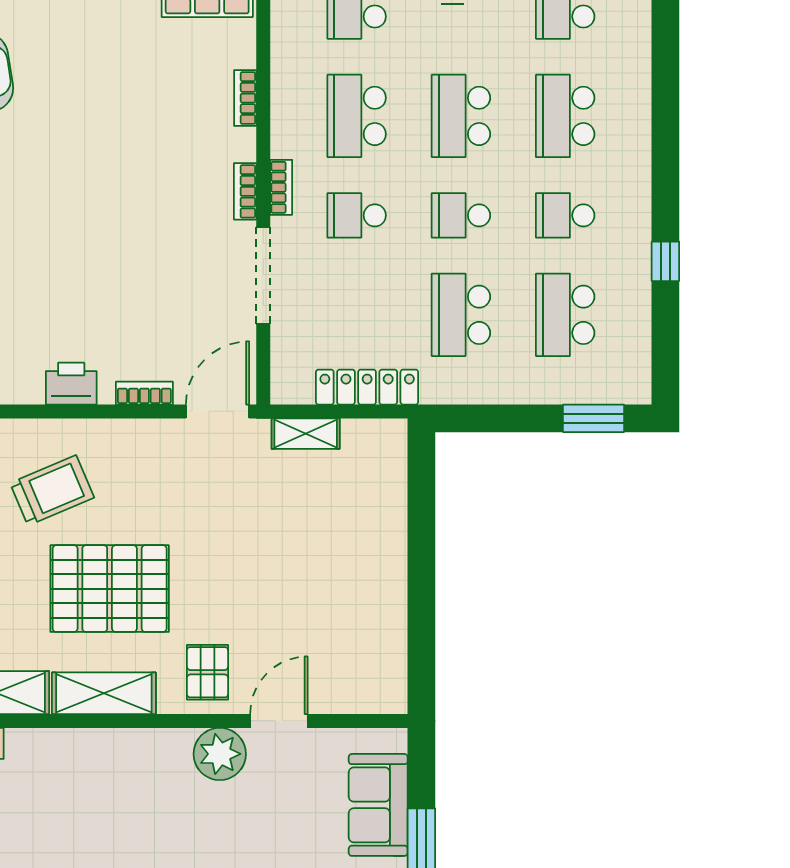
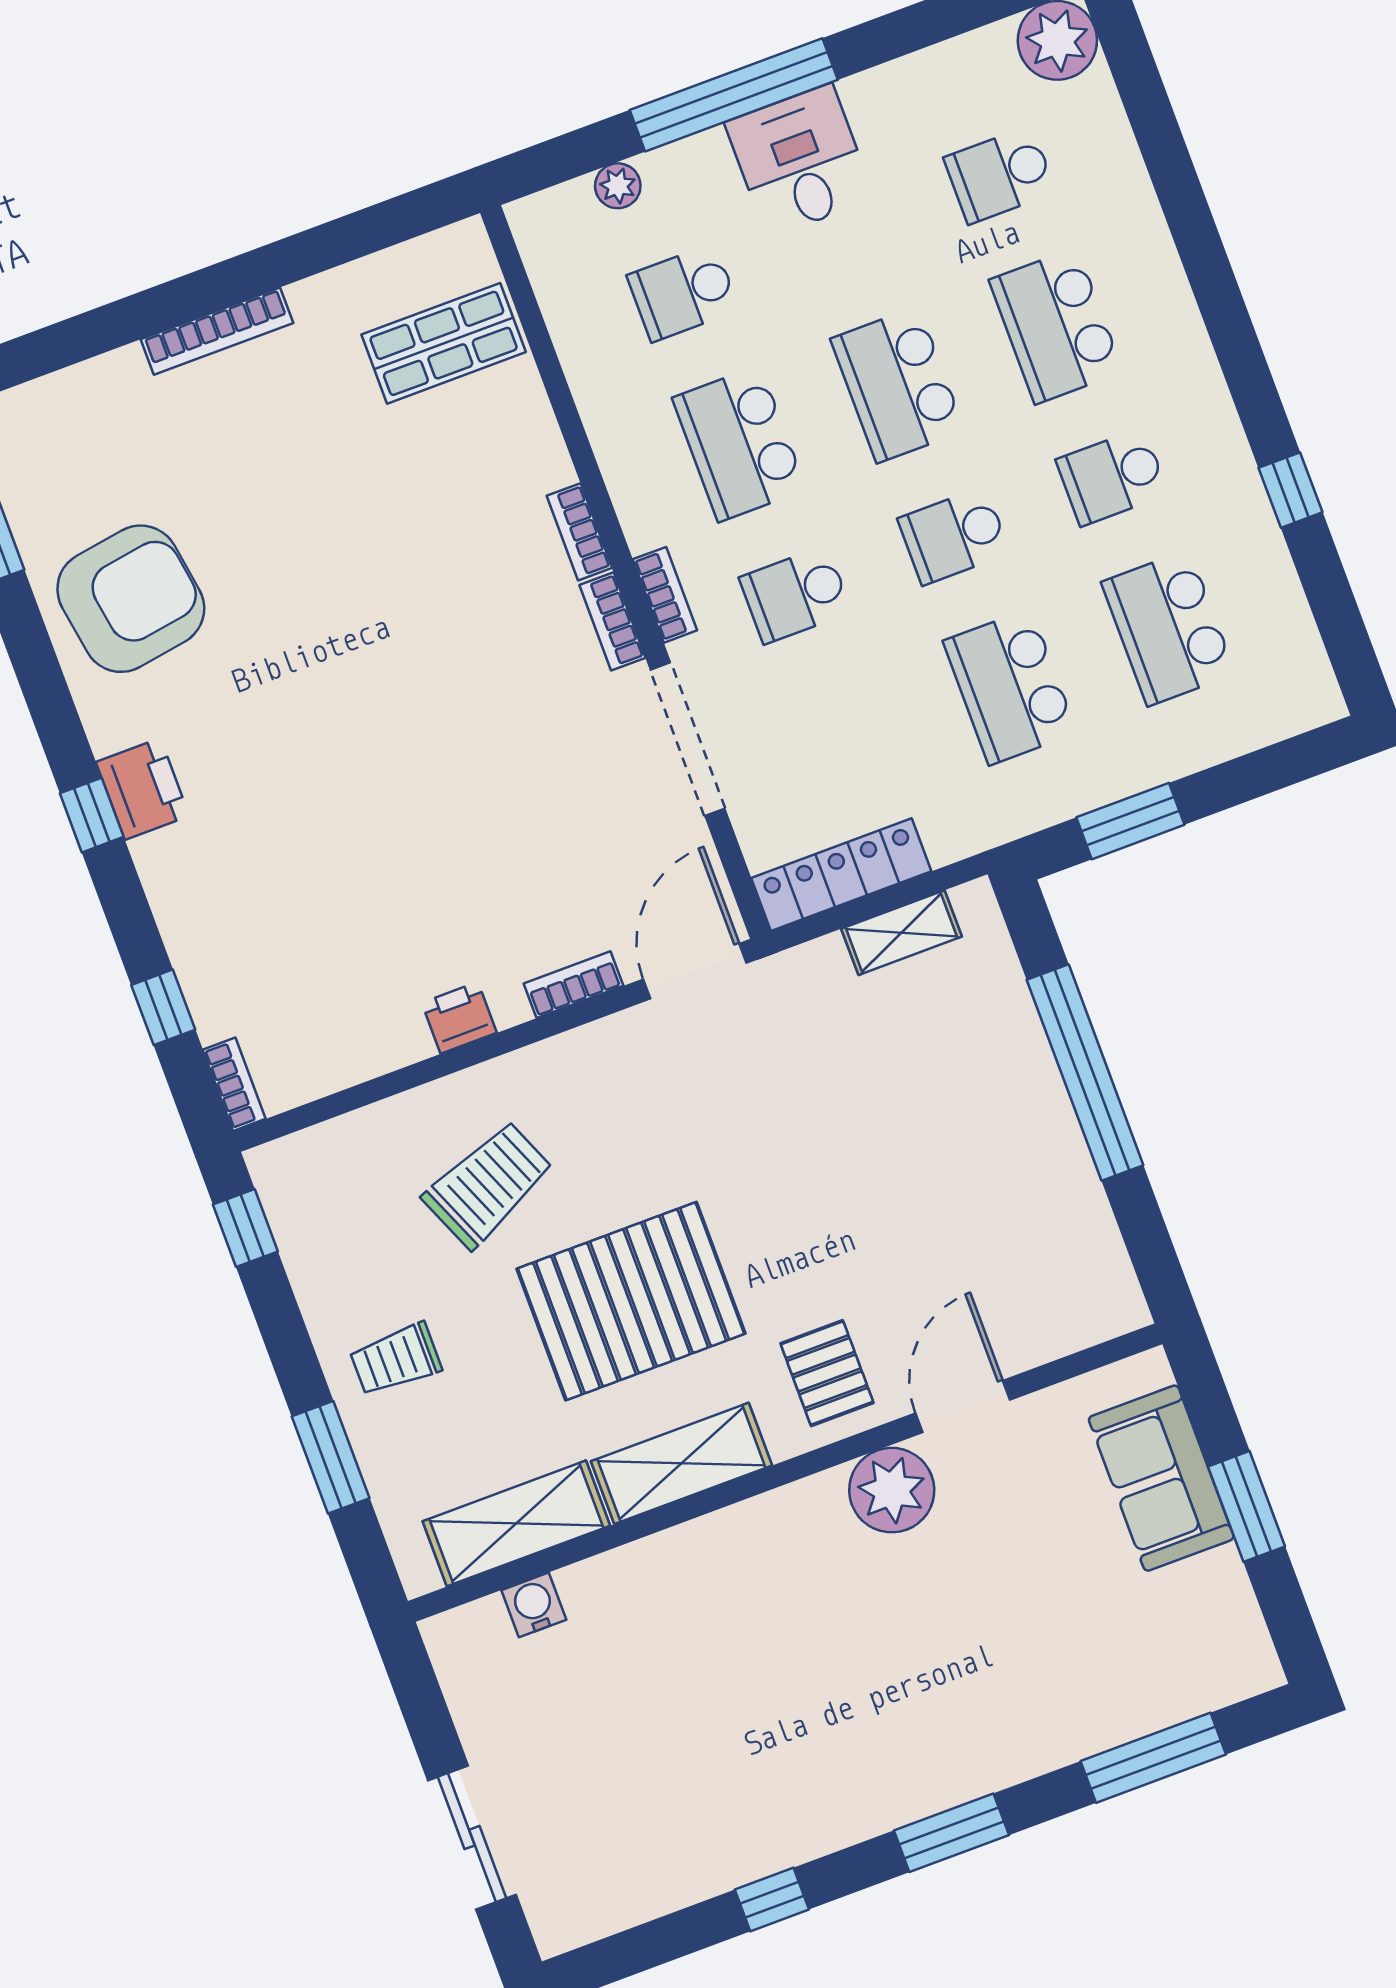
bookcase: (245, 98) -> (579, 532), moved
printer: (71, 384) -> (459, 1018), width x0.73, depth x0.81
locker: (367, 387) -> (841, 875), moved
window: (593, 418) -> (1130, 821), moved
shelving: (306, 434) -> (902, 933), moved
window: (421, 554) -> (1085, 1072), added

